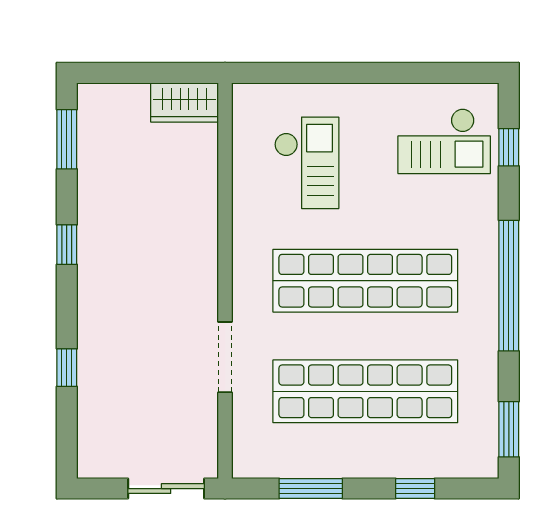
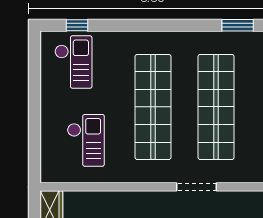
checkout: (307, 163) -> (86, 140), turned 90
window: (509, 286) -> (156, 25), removed

